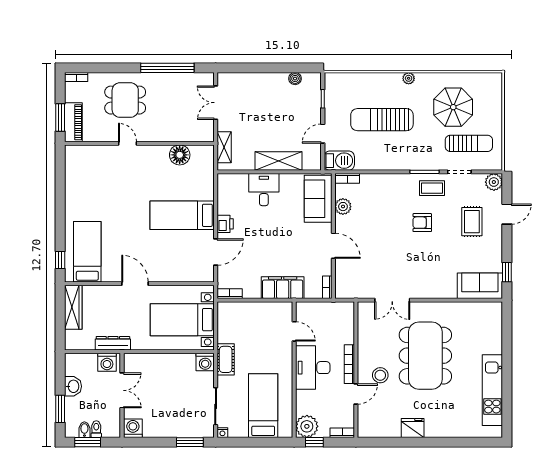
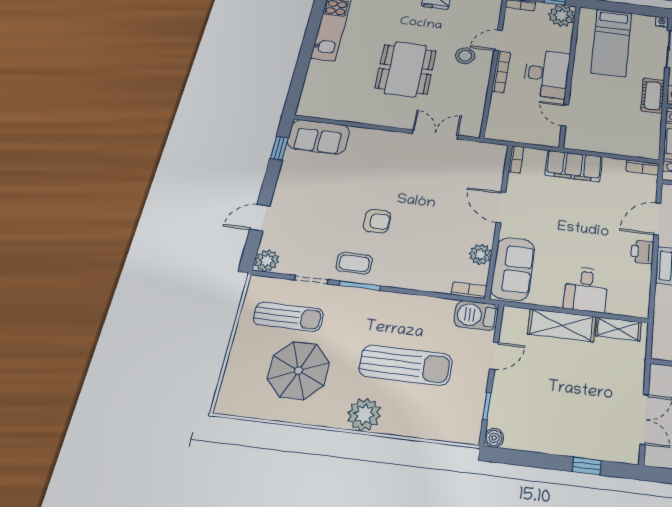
window: (252, 68) -> (587, 466), added
plant: (409, 78) -> (364, 414), width x1.88, depth x1.88
boiler: (295, 79) -> (494, 438), moved
sun lounger: (469, 143) -> (288, 317), turned 180
shelving: (224, 147) -> (618, 329), moved, turned 90
rug: (472, 222) -> (310, 214), removed
dining table: (425, 356) -> (406, 69), width x0.73, depth x0.80

